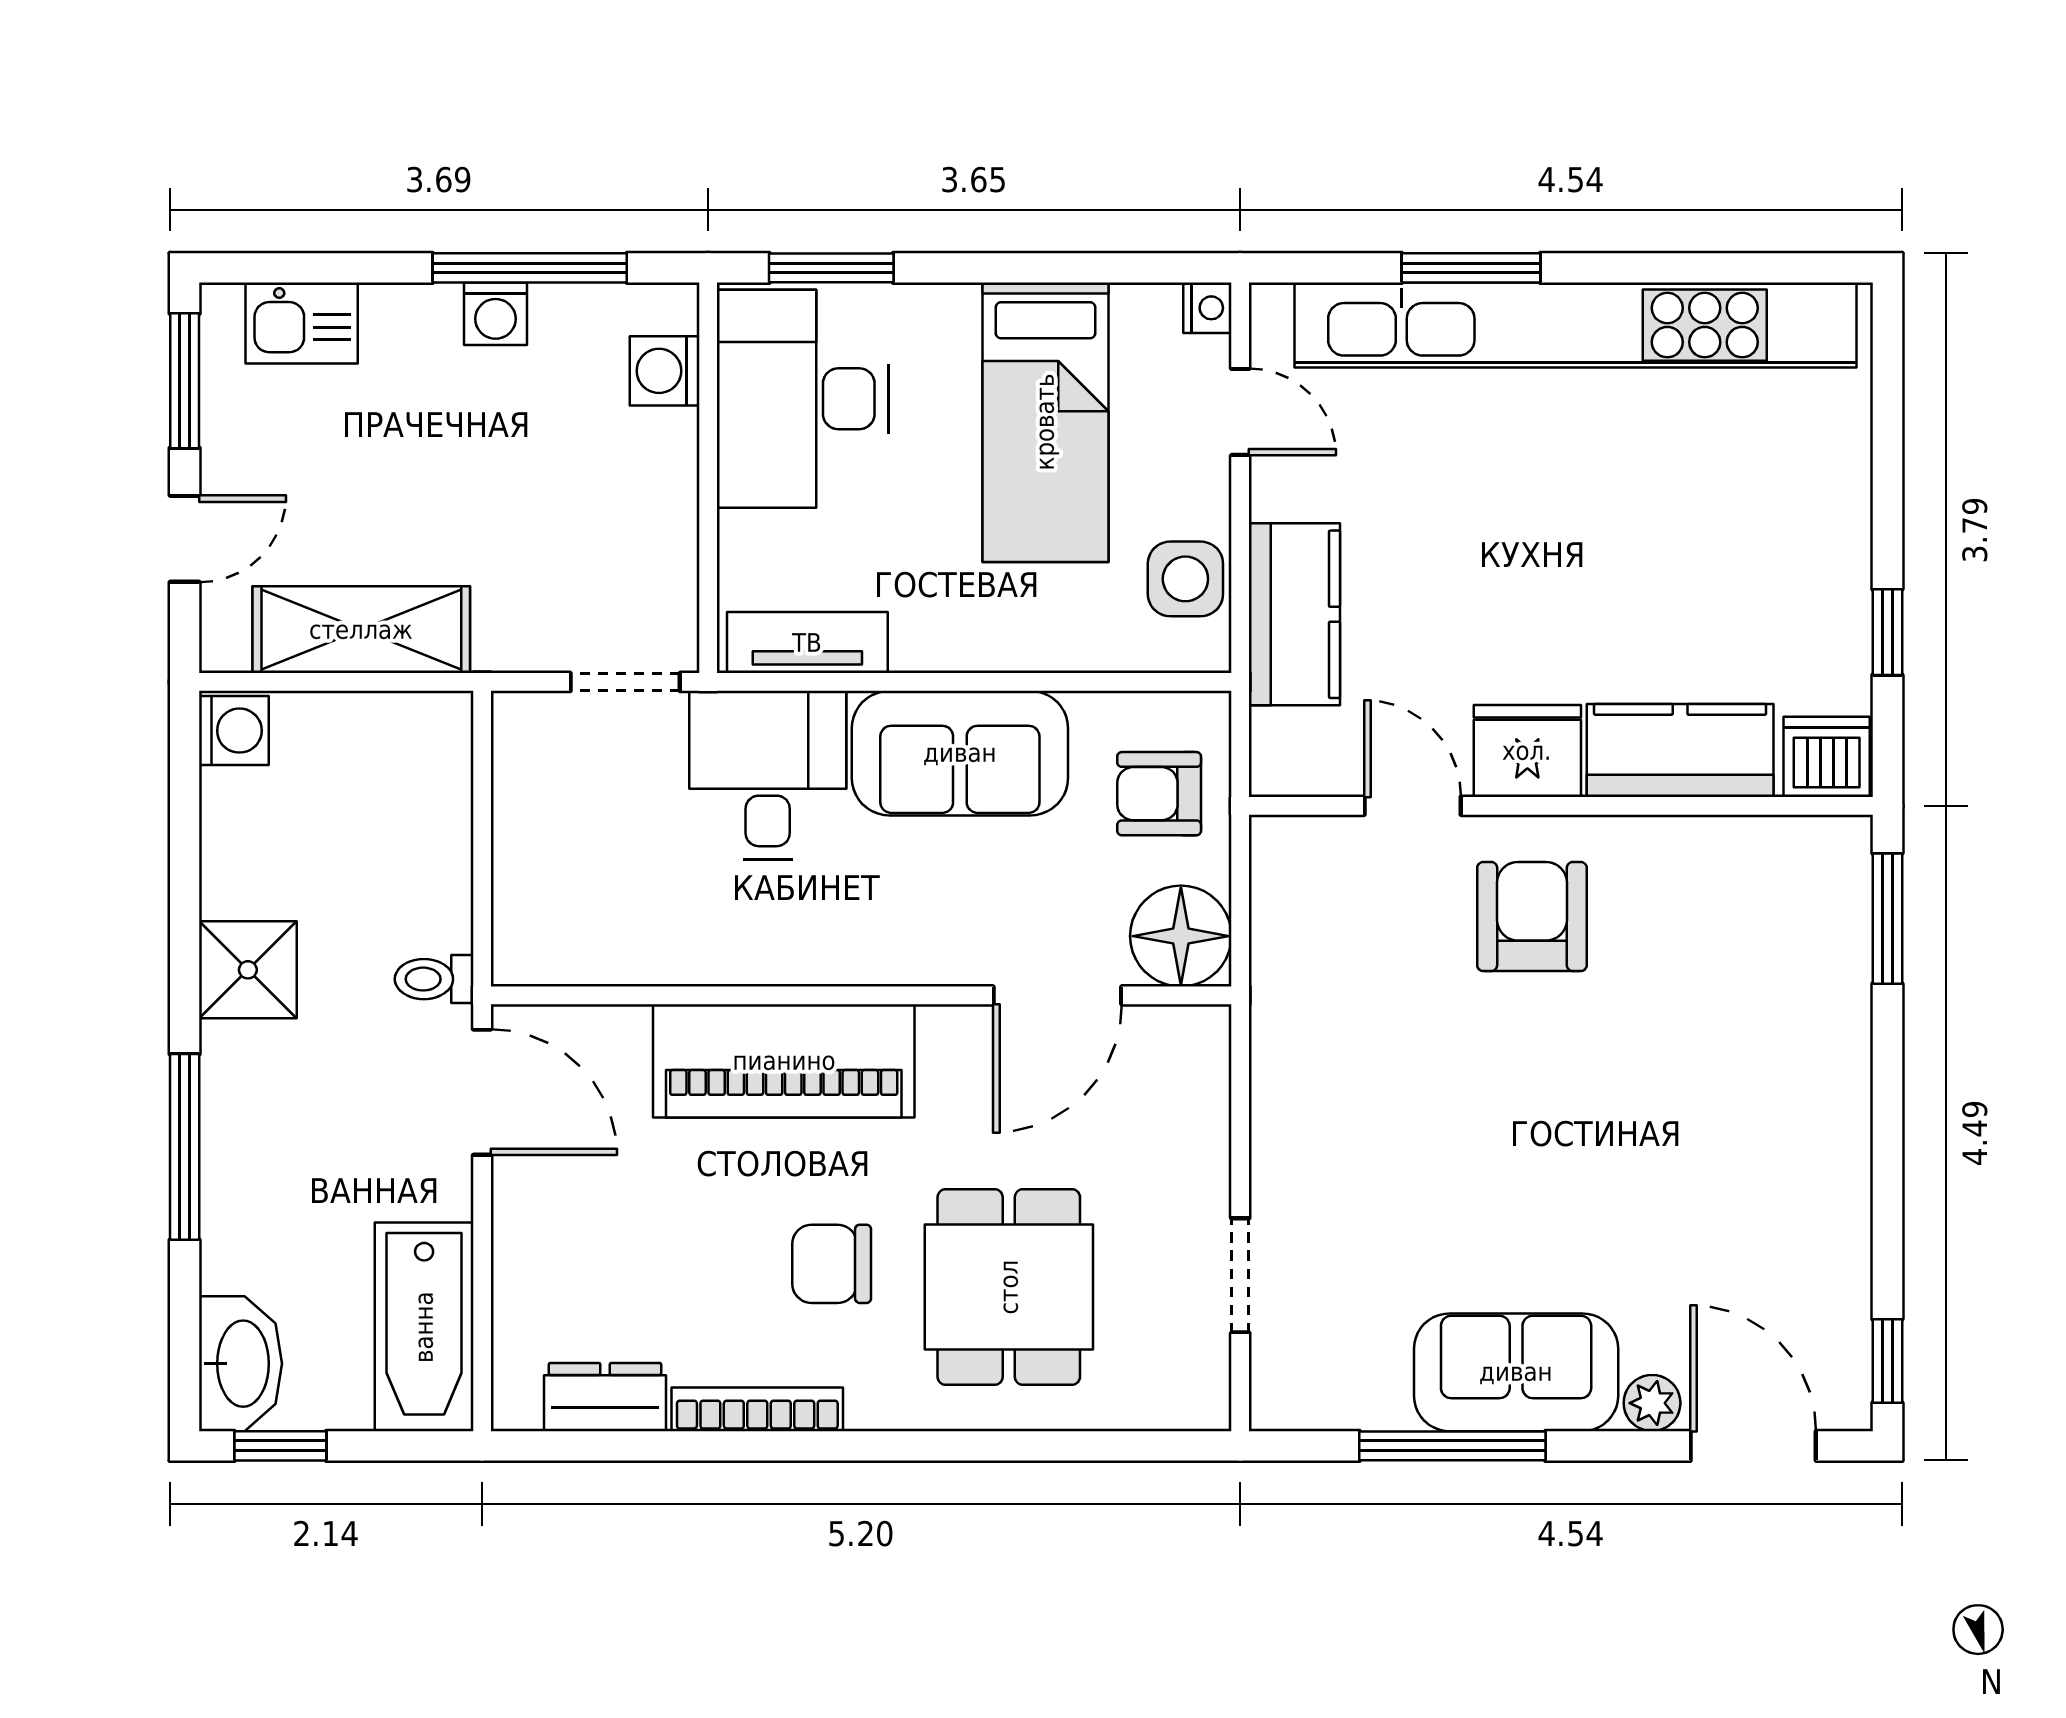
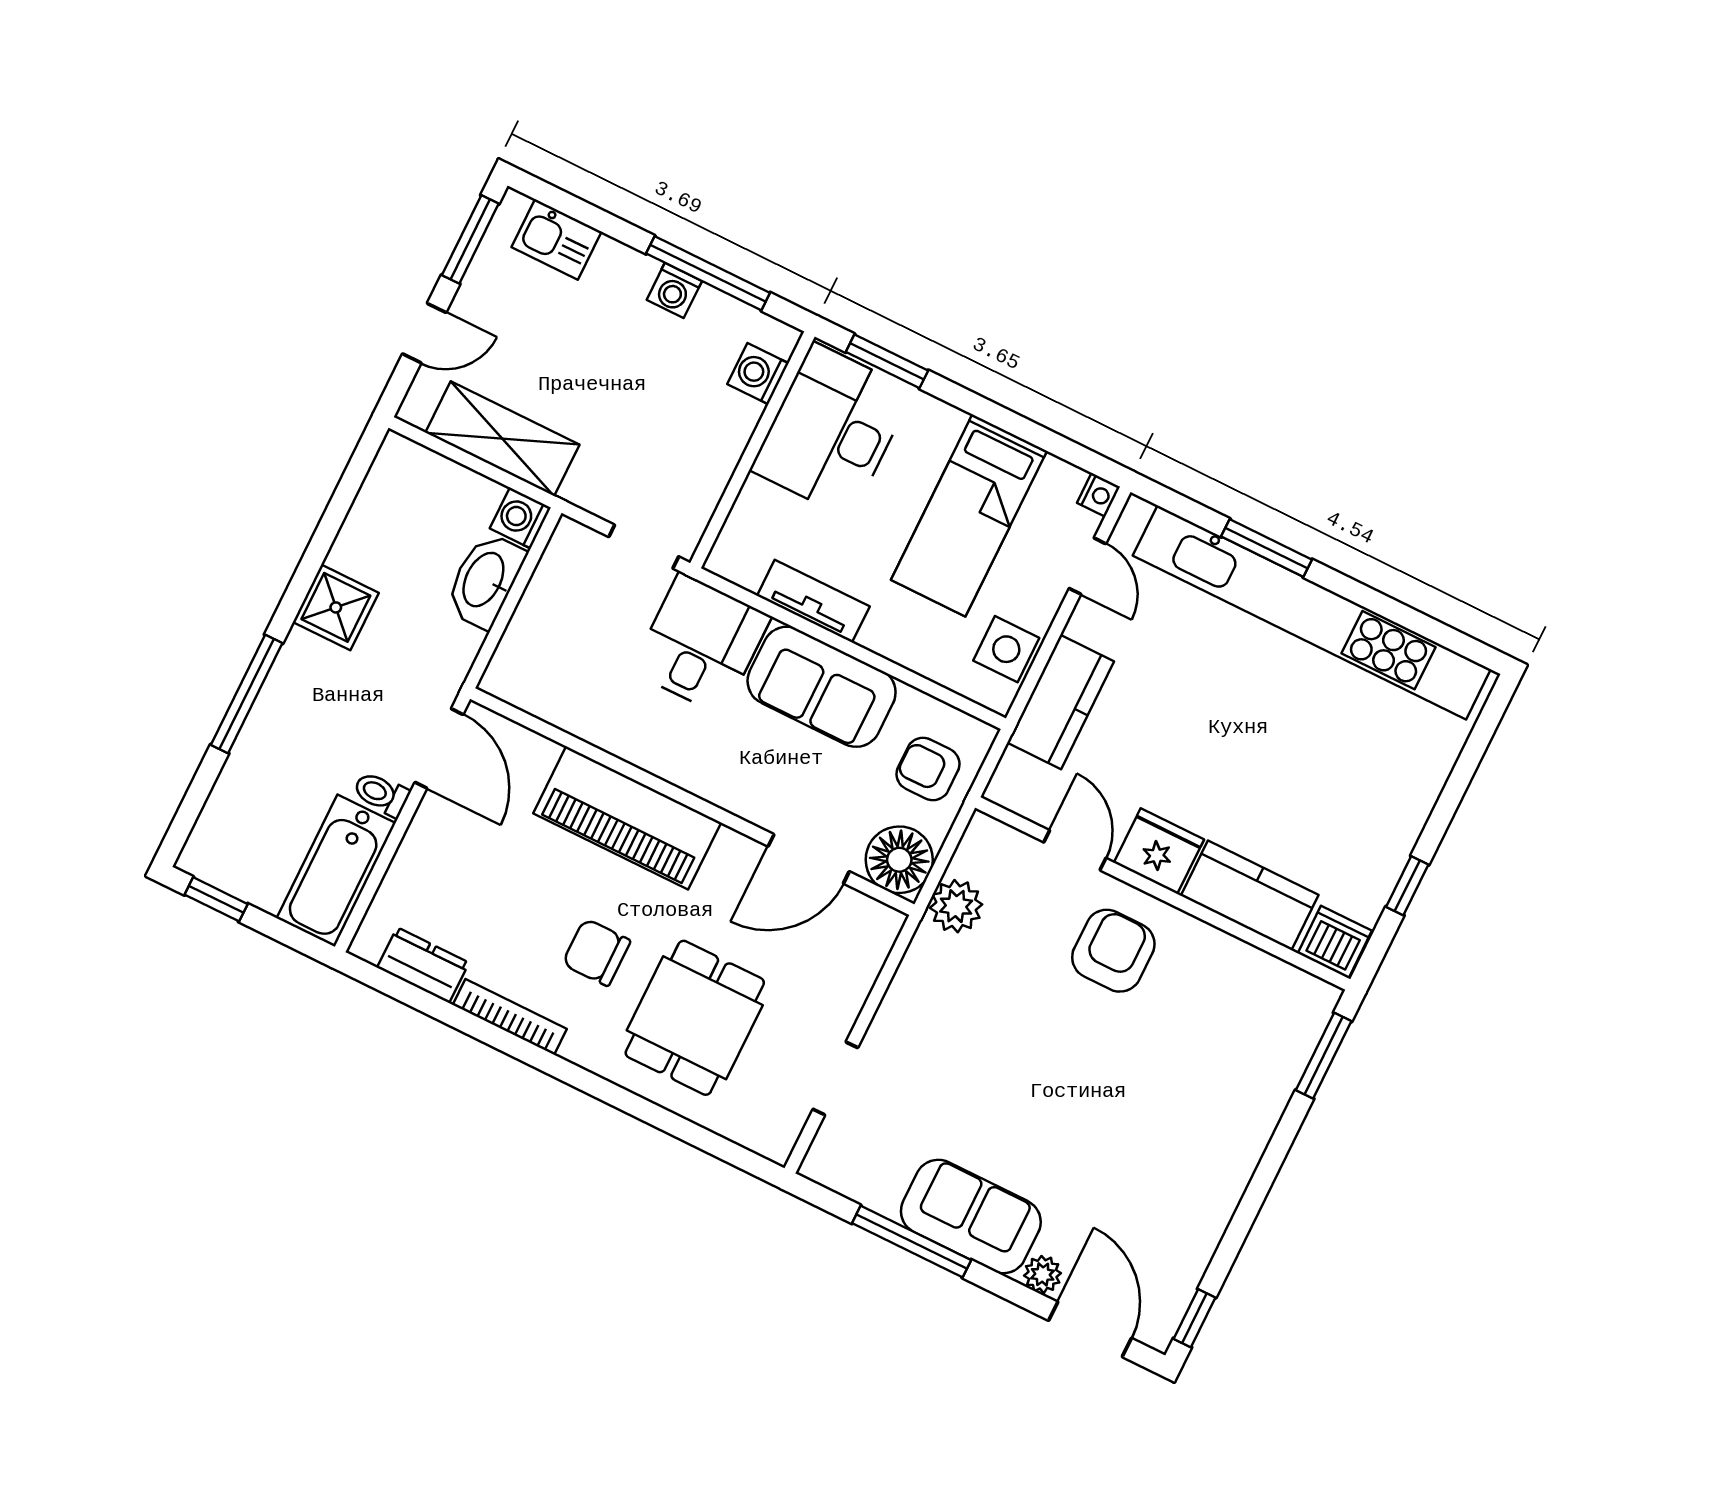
tv unit: (807, 643) -> (813, 601), moved
washing machine: (234, 731) -> (520, 518), moved, turned 180
plant: (1289, 961) -> (956, 906), added
toilet: (434, 979) -> (381, 794), moved
washbasin: (241, 1364) -> (485, 580), moved, turned 180

